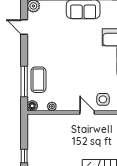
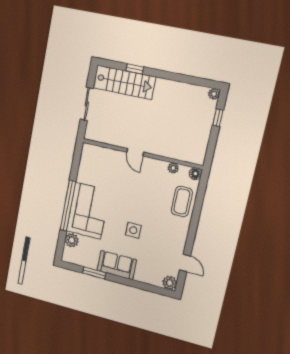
window: (24, 81) -> (198, 203), removed
side table: (103, 99) -> (133, 230), moved

